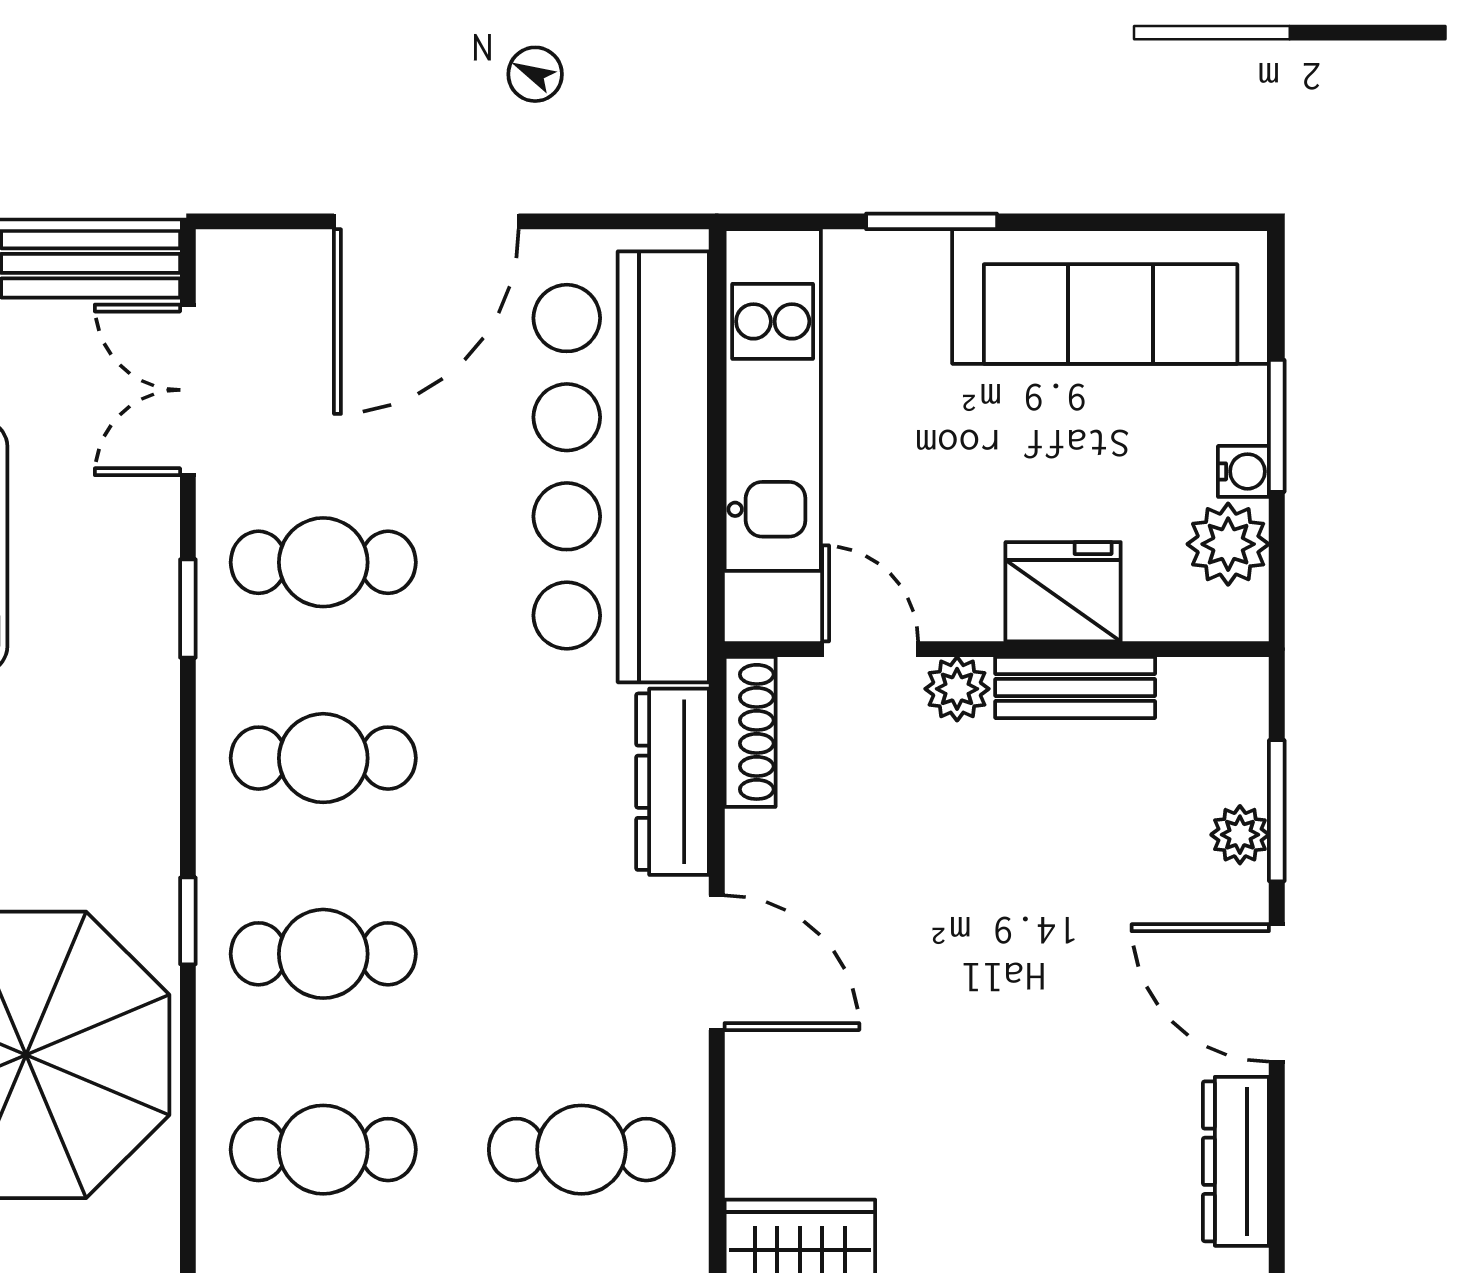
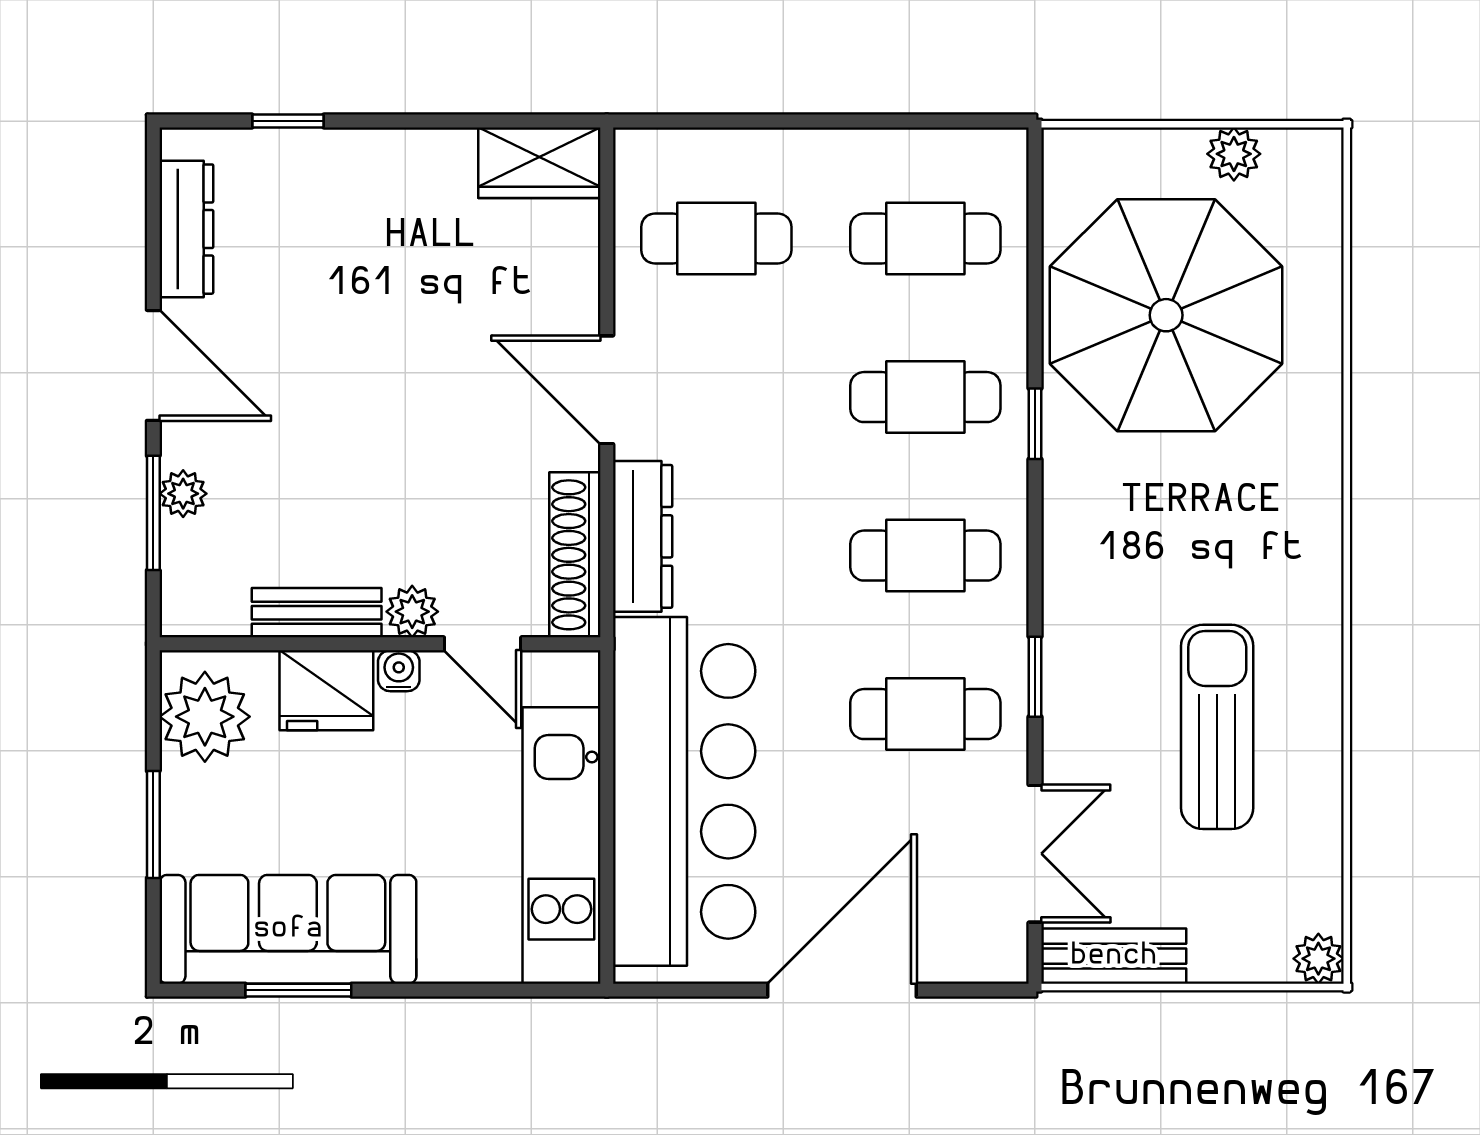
window: (932, 221) -> (298, 990), moved
water cooler: (1243, 471) -> (399, 671), moved, turned 90
plant: (1228, 544) -> (205, 717), width x1.36, depth x1.36
shoe rack: (750, 732) -> (575, 555), width x1.36, depth x1.24

